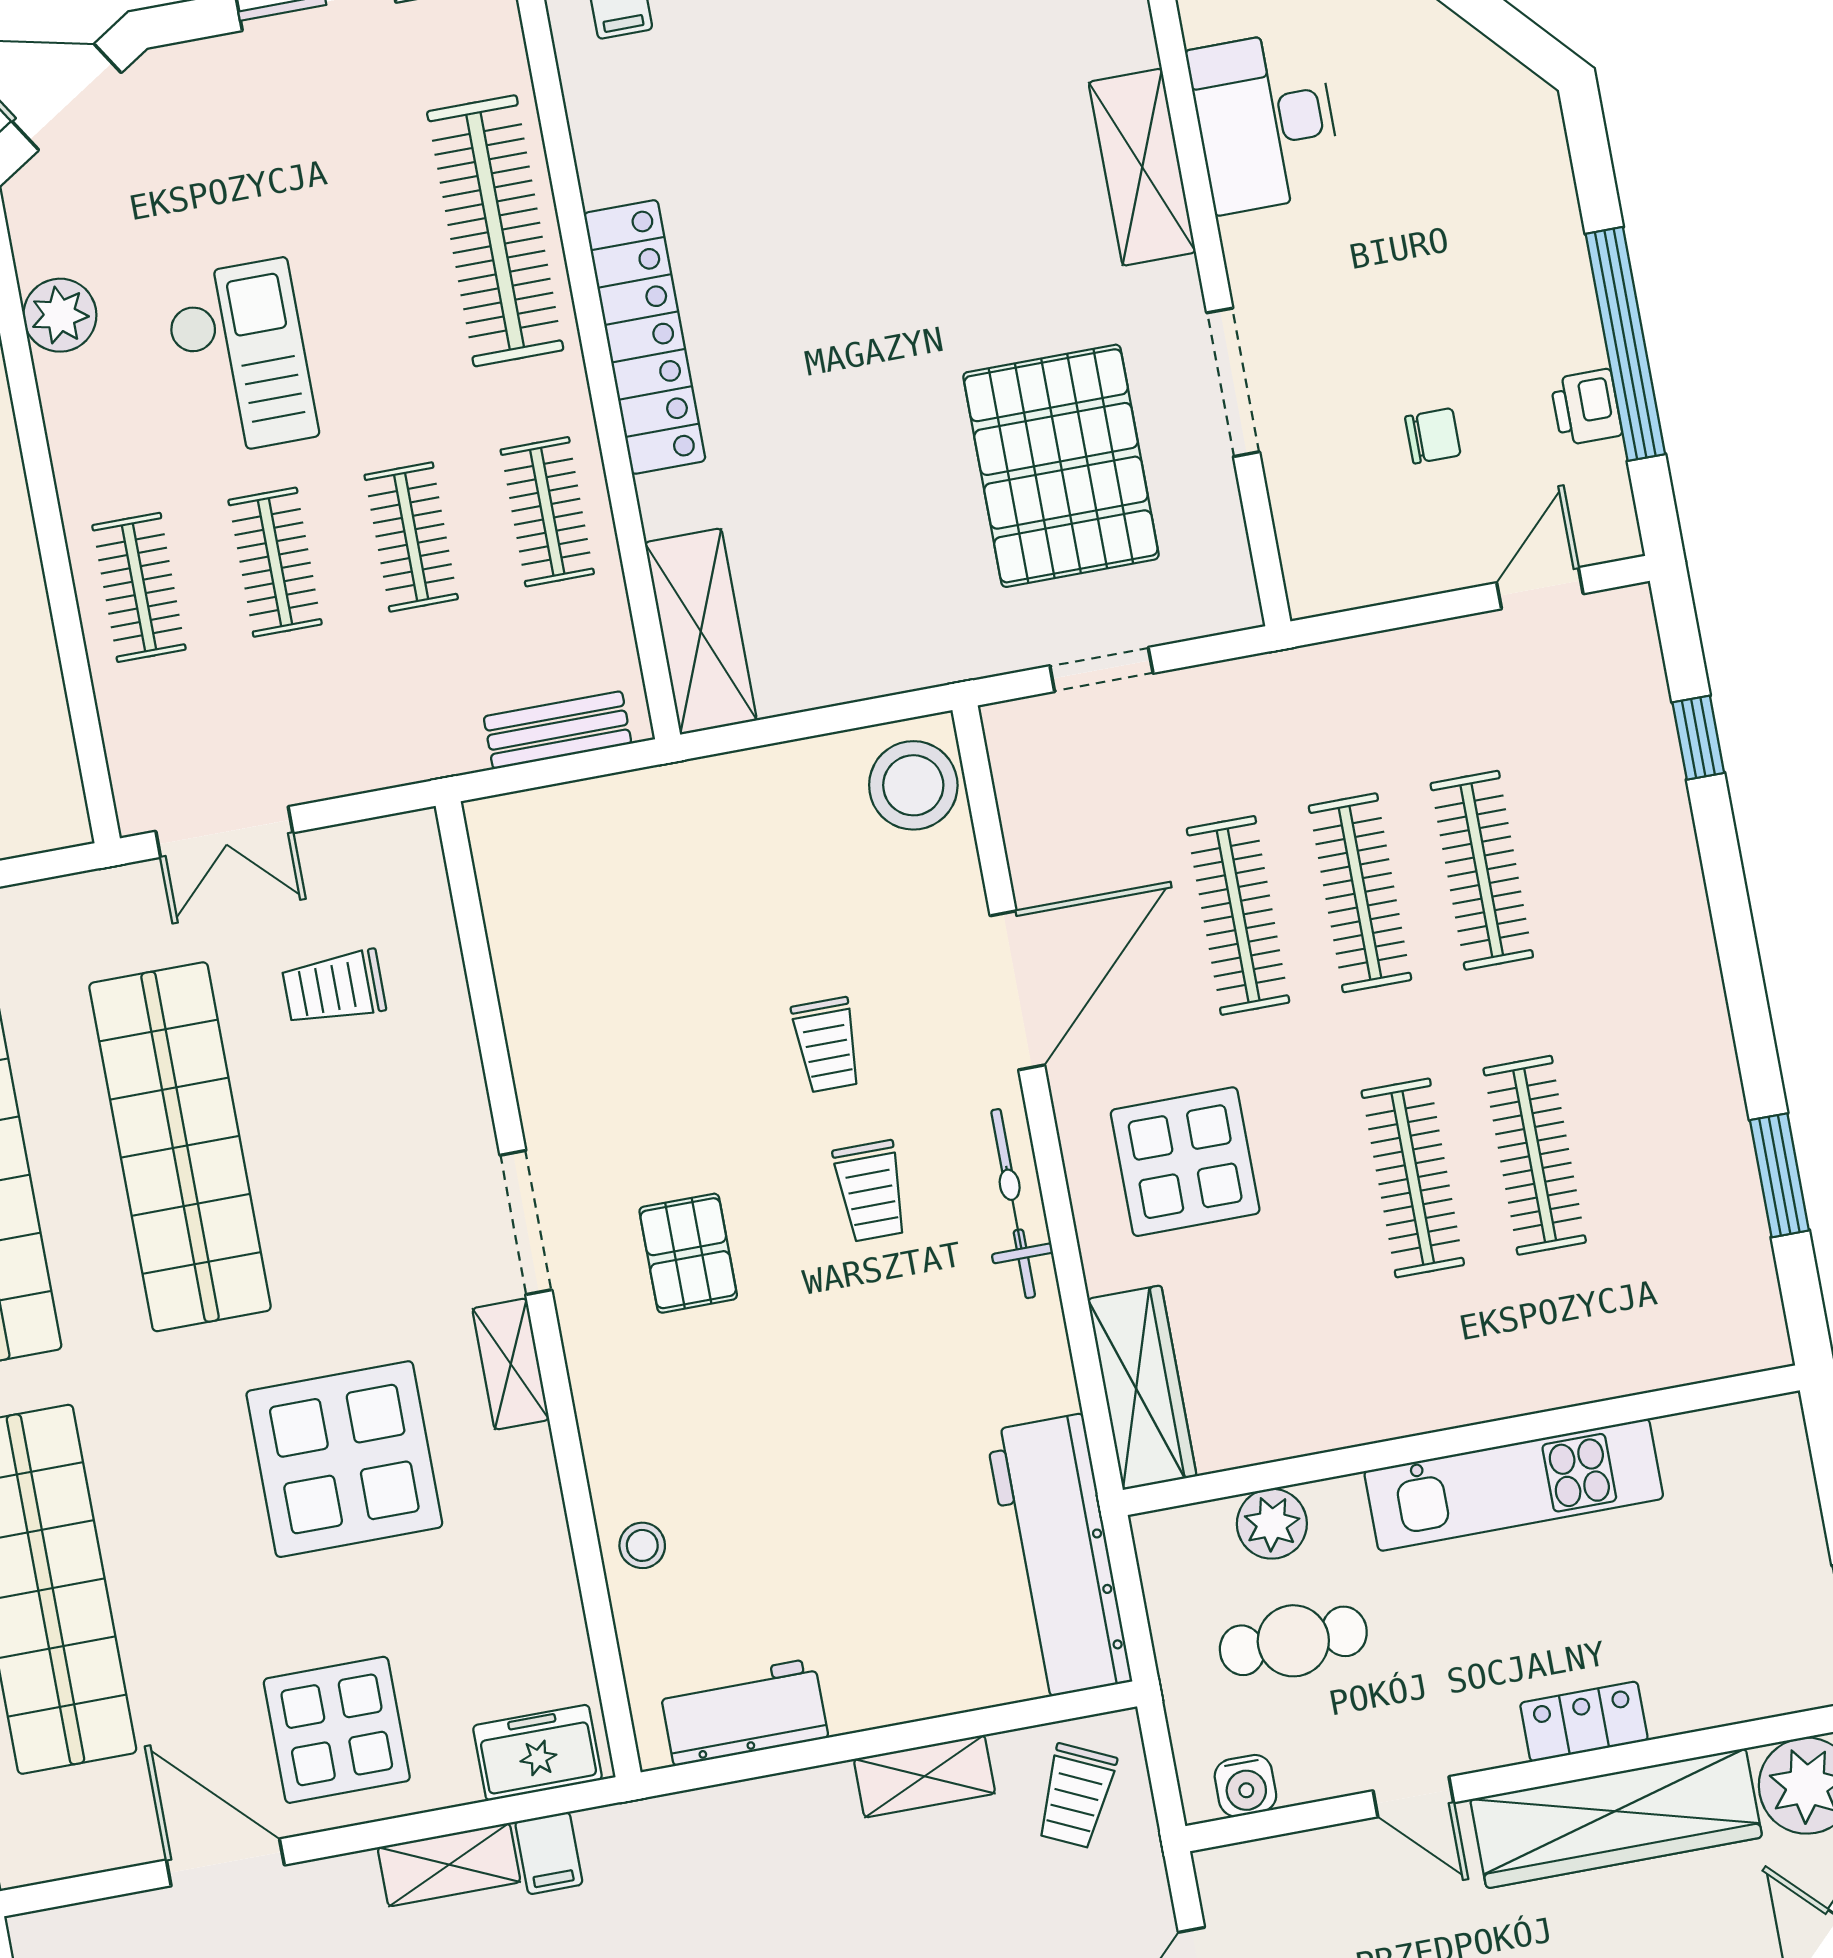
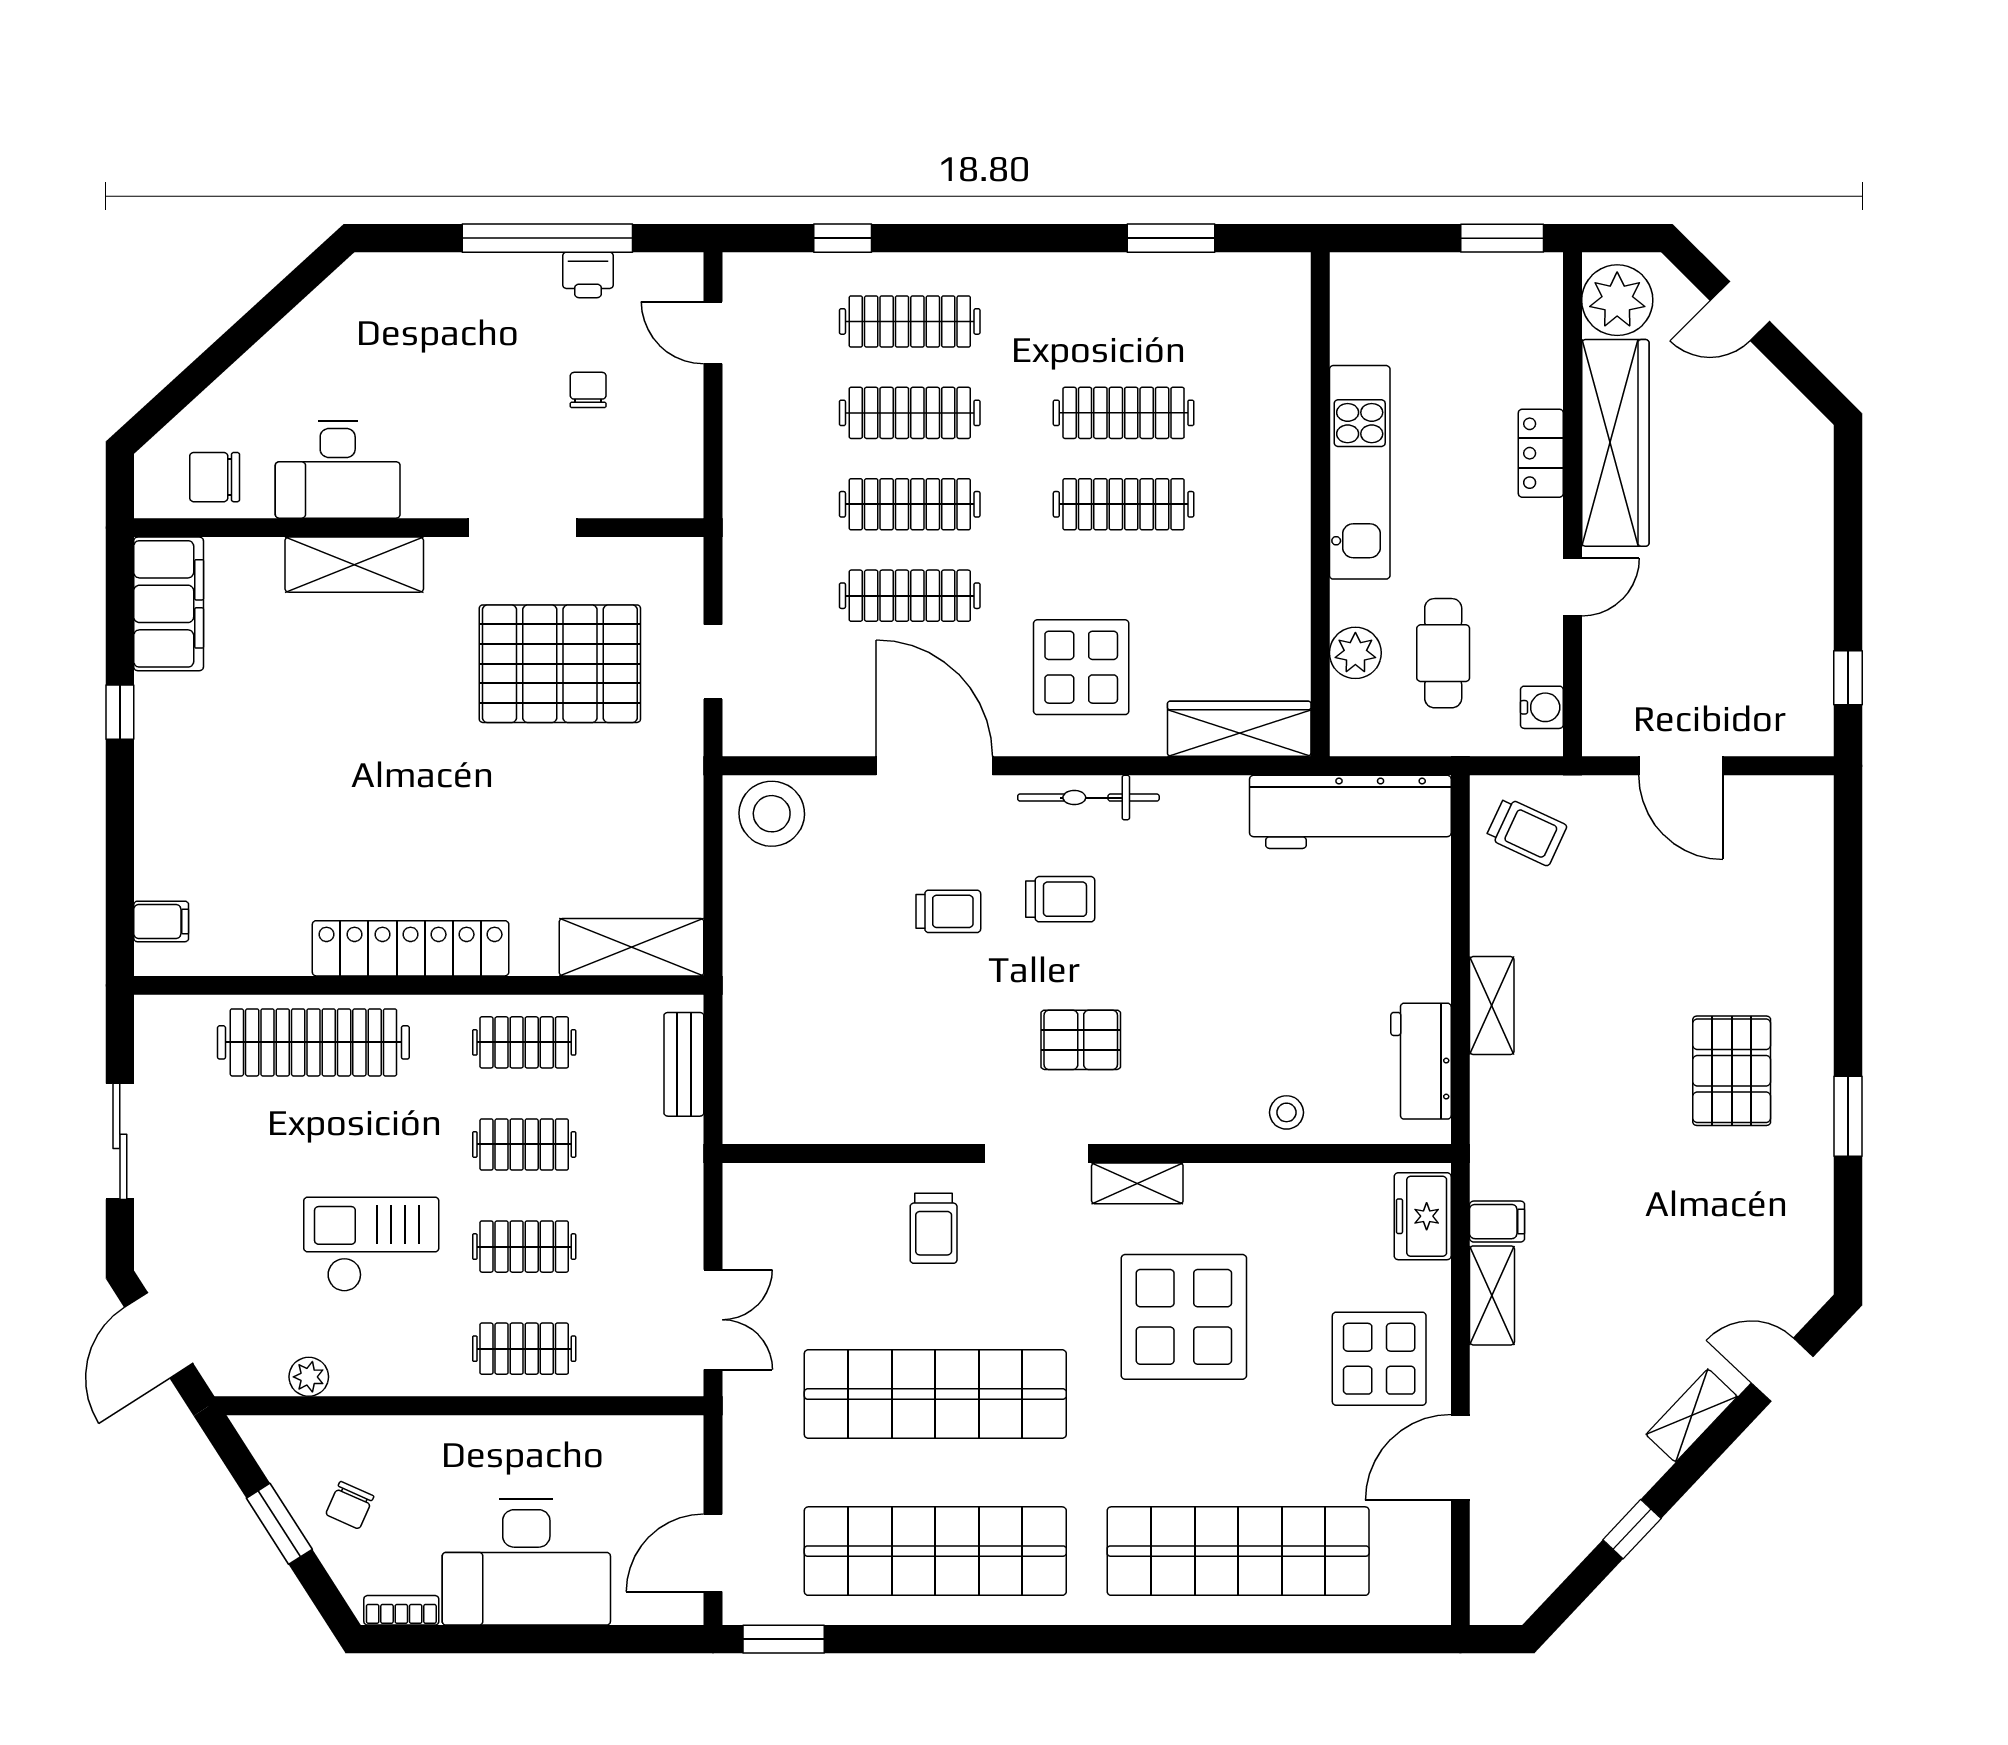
plant: (60, 315) -> (309, 1377), width x0.73, depth x0.73
clothes rail: (1604, 848) -> (910, 321), added
trolley: (334, 988) -> (934, 1228), moved
shelving: (924, 1776) -> (1492, 1006), moved

